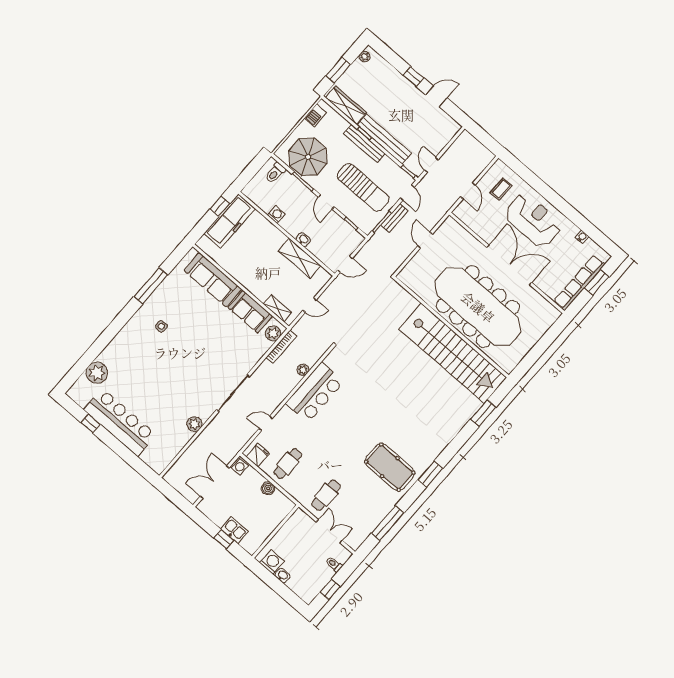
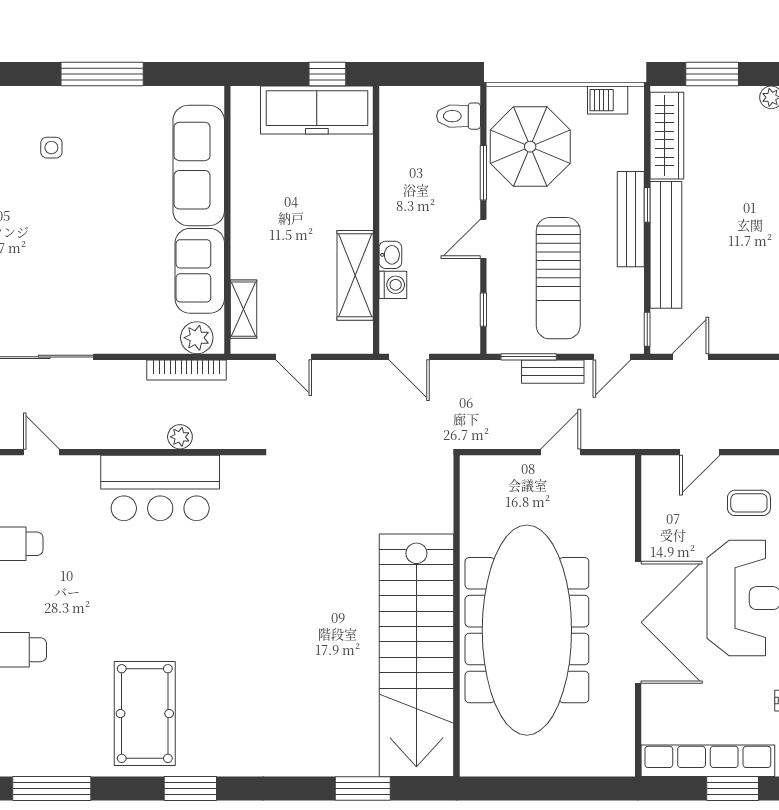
washing machine: (276, 215) -> (393, 285), moved

